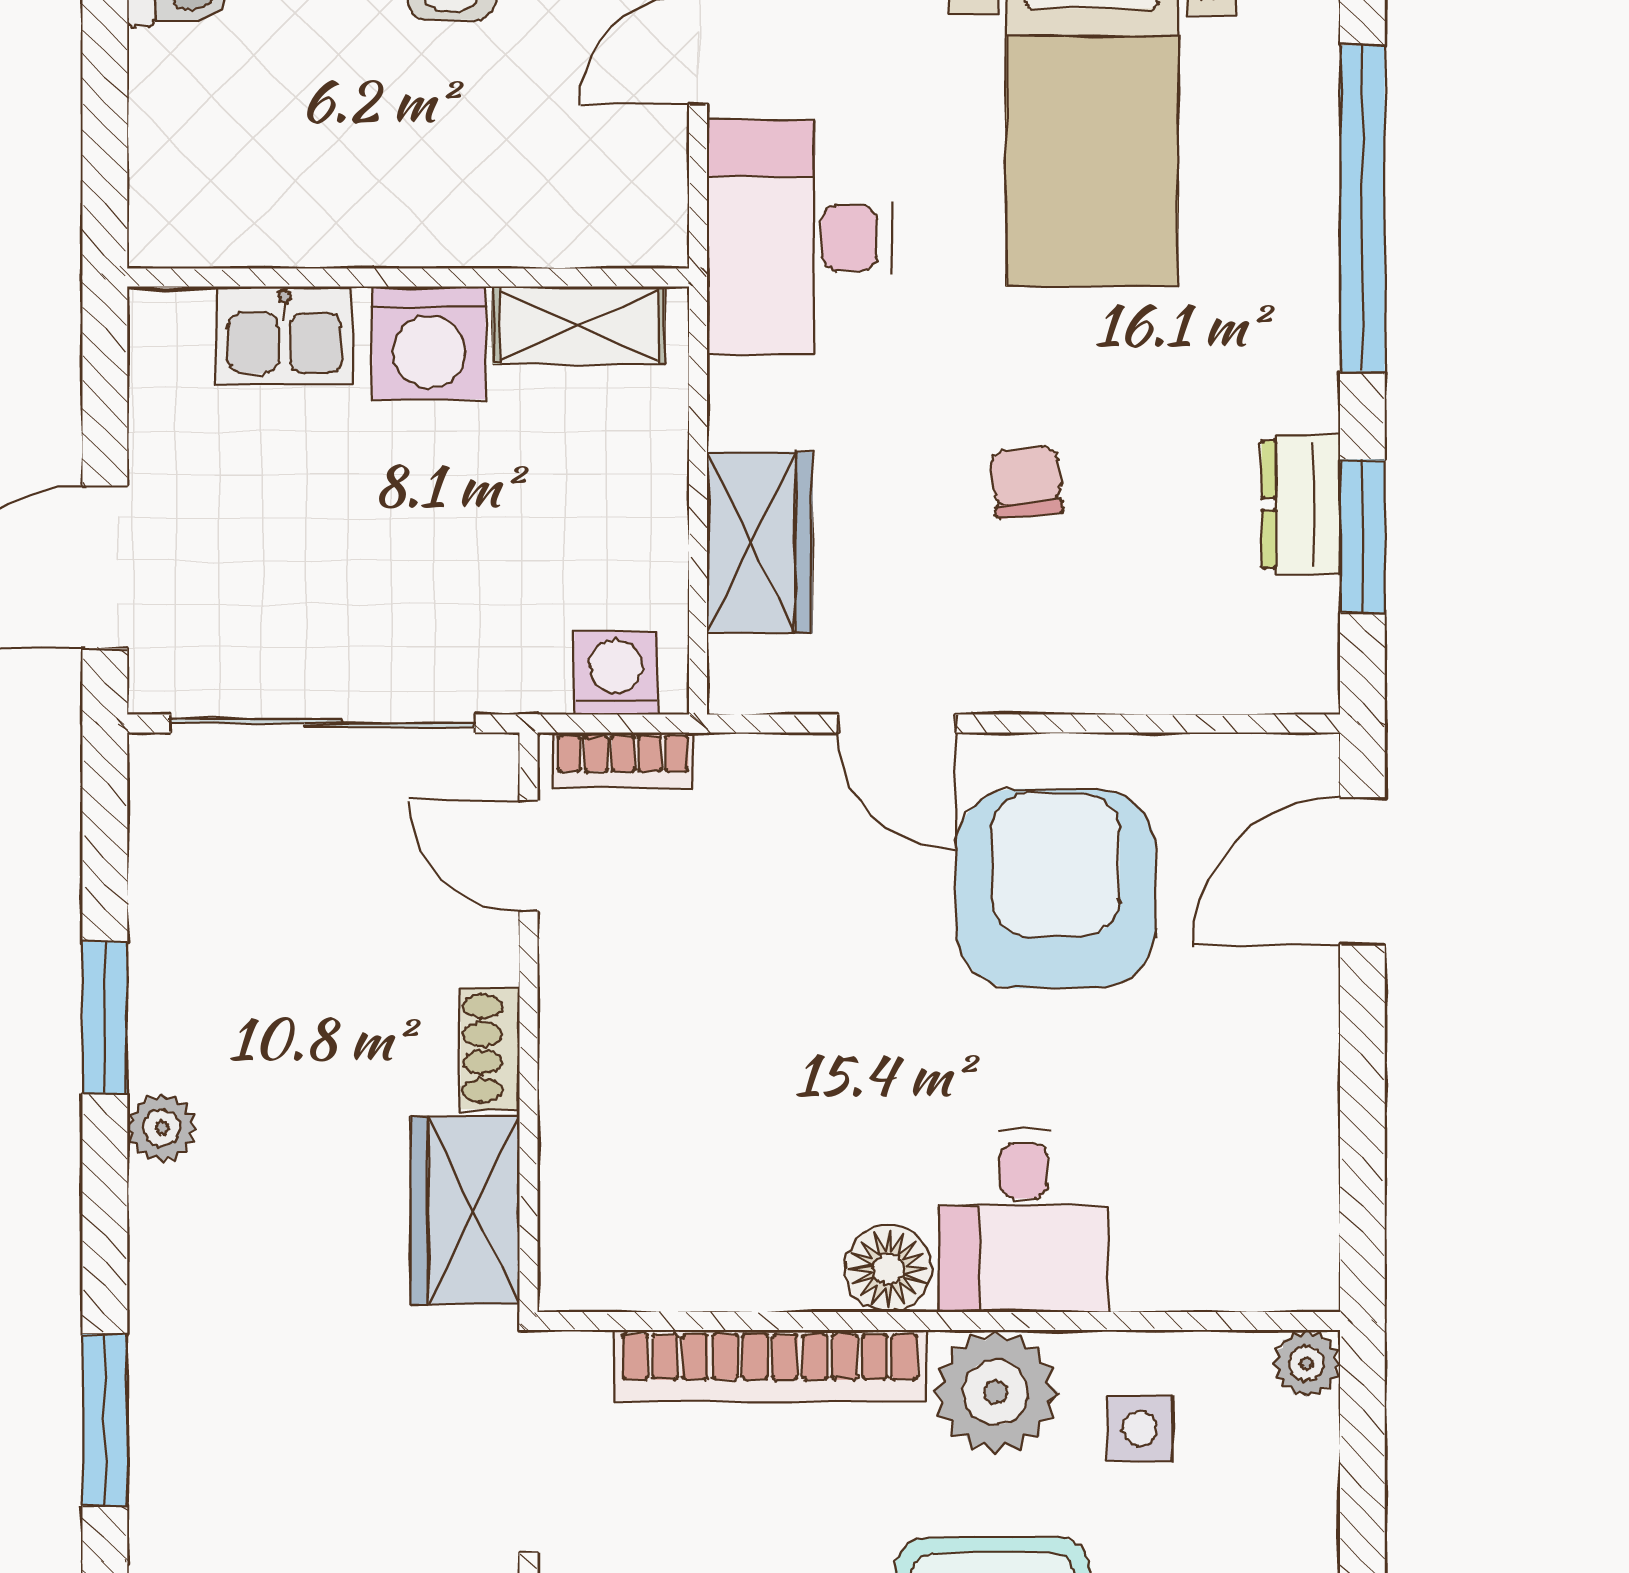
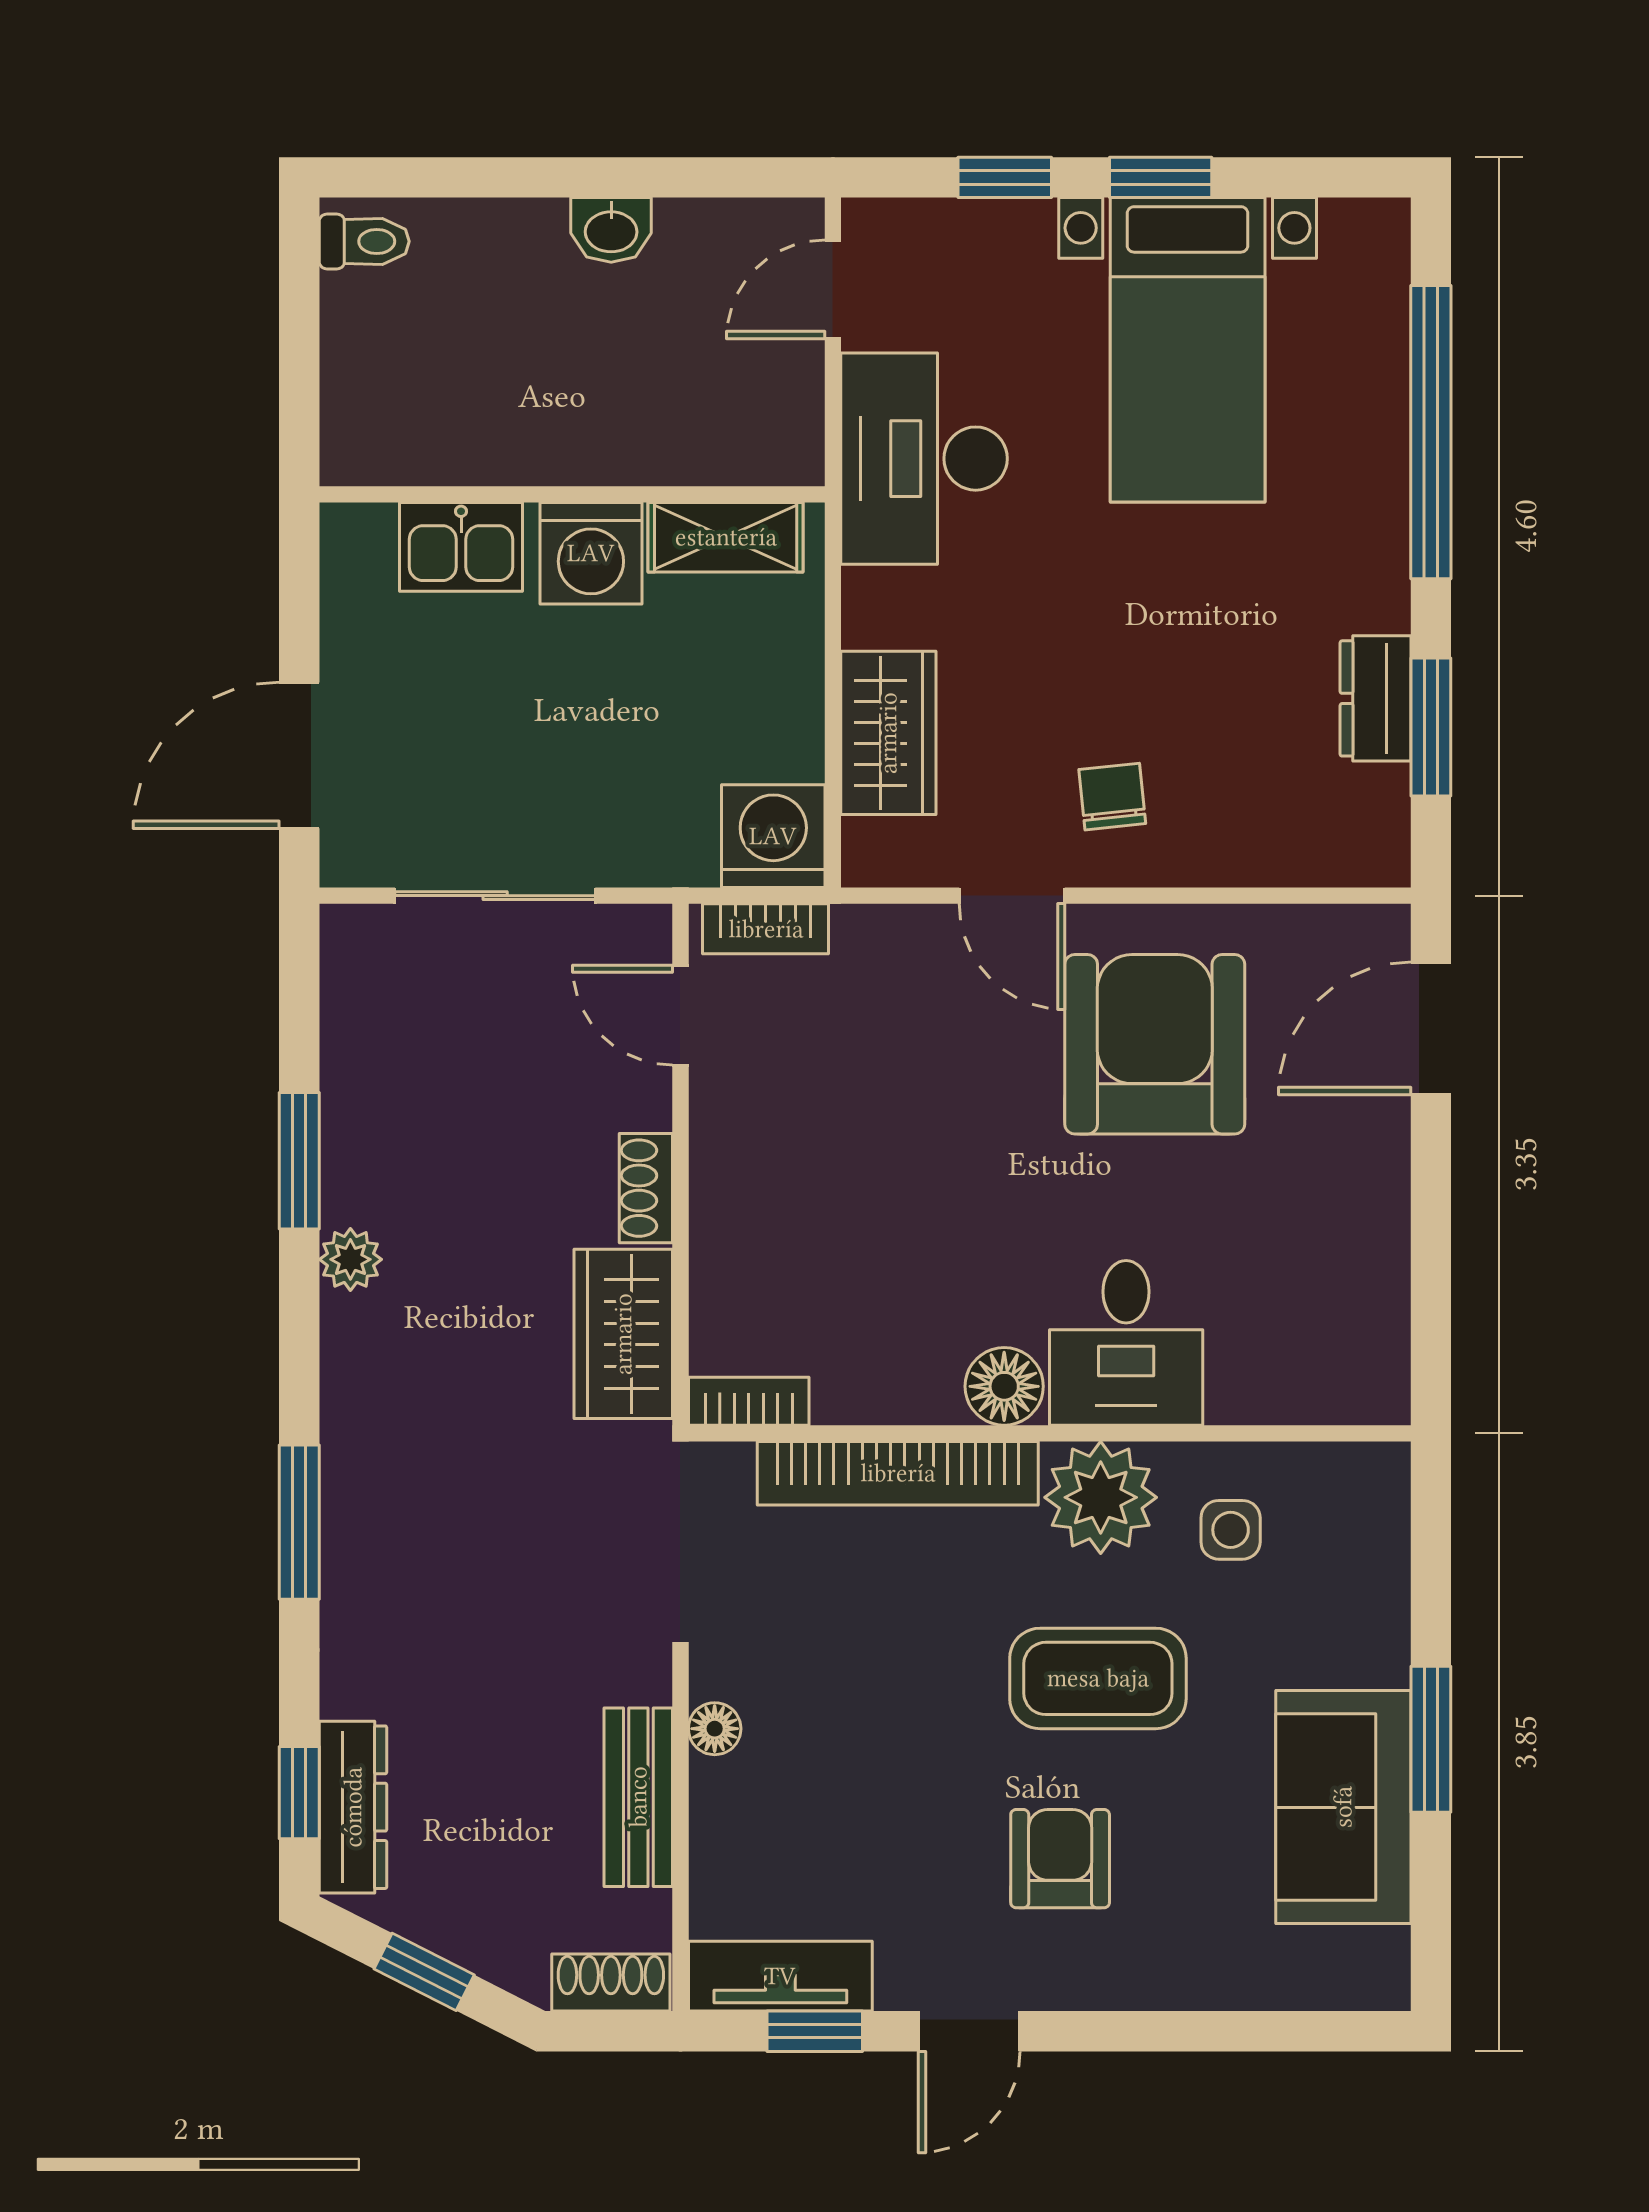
chair: (1027, 482) -> (1112, 797), moved
washing machine: (616, 673) -> (773, 836), width x1.38, depth x1.38
sliding door: (323, 723) -> (495, 896), width x0.73
bookcase: (604, 1285) -> (749, 1401), added
plant: (1307, 1364) -> (1381, 1472), removed

